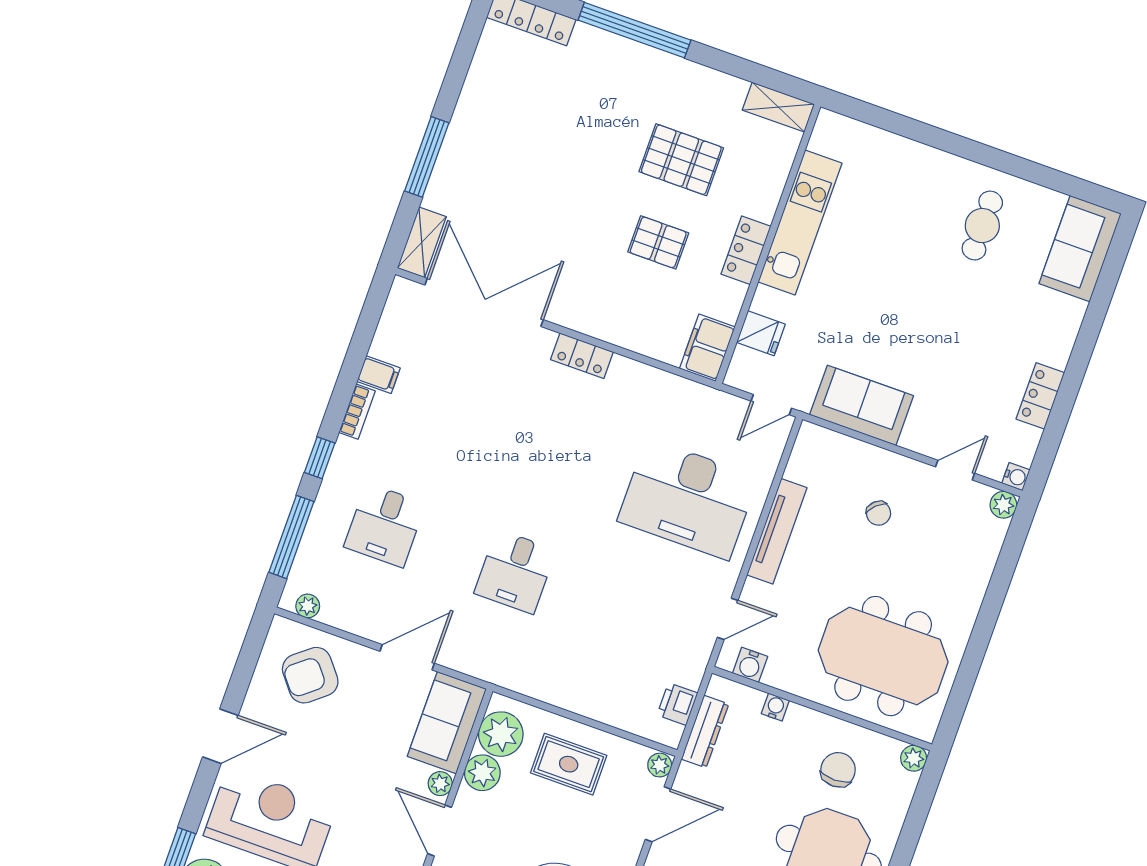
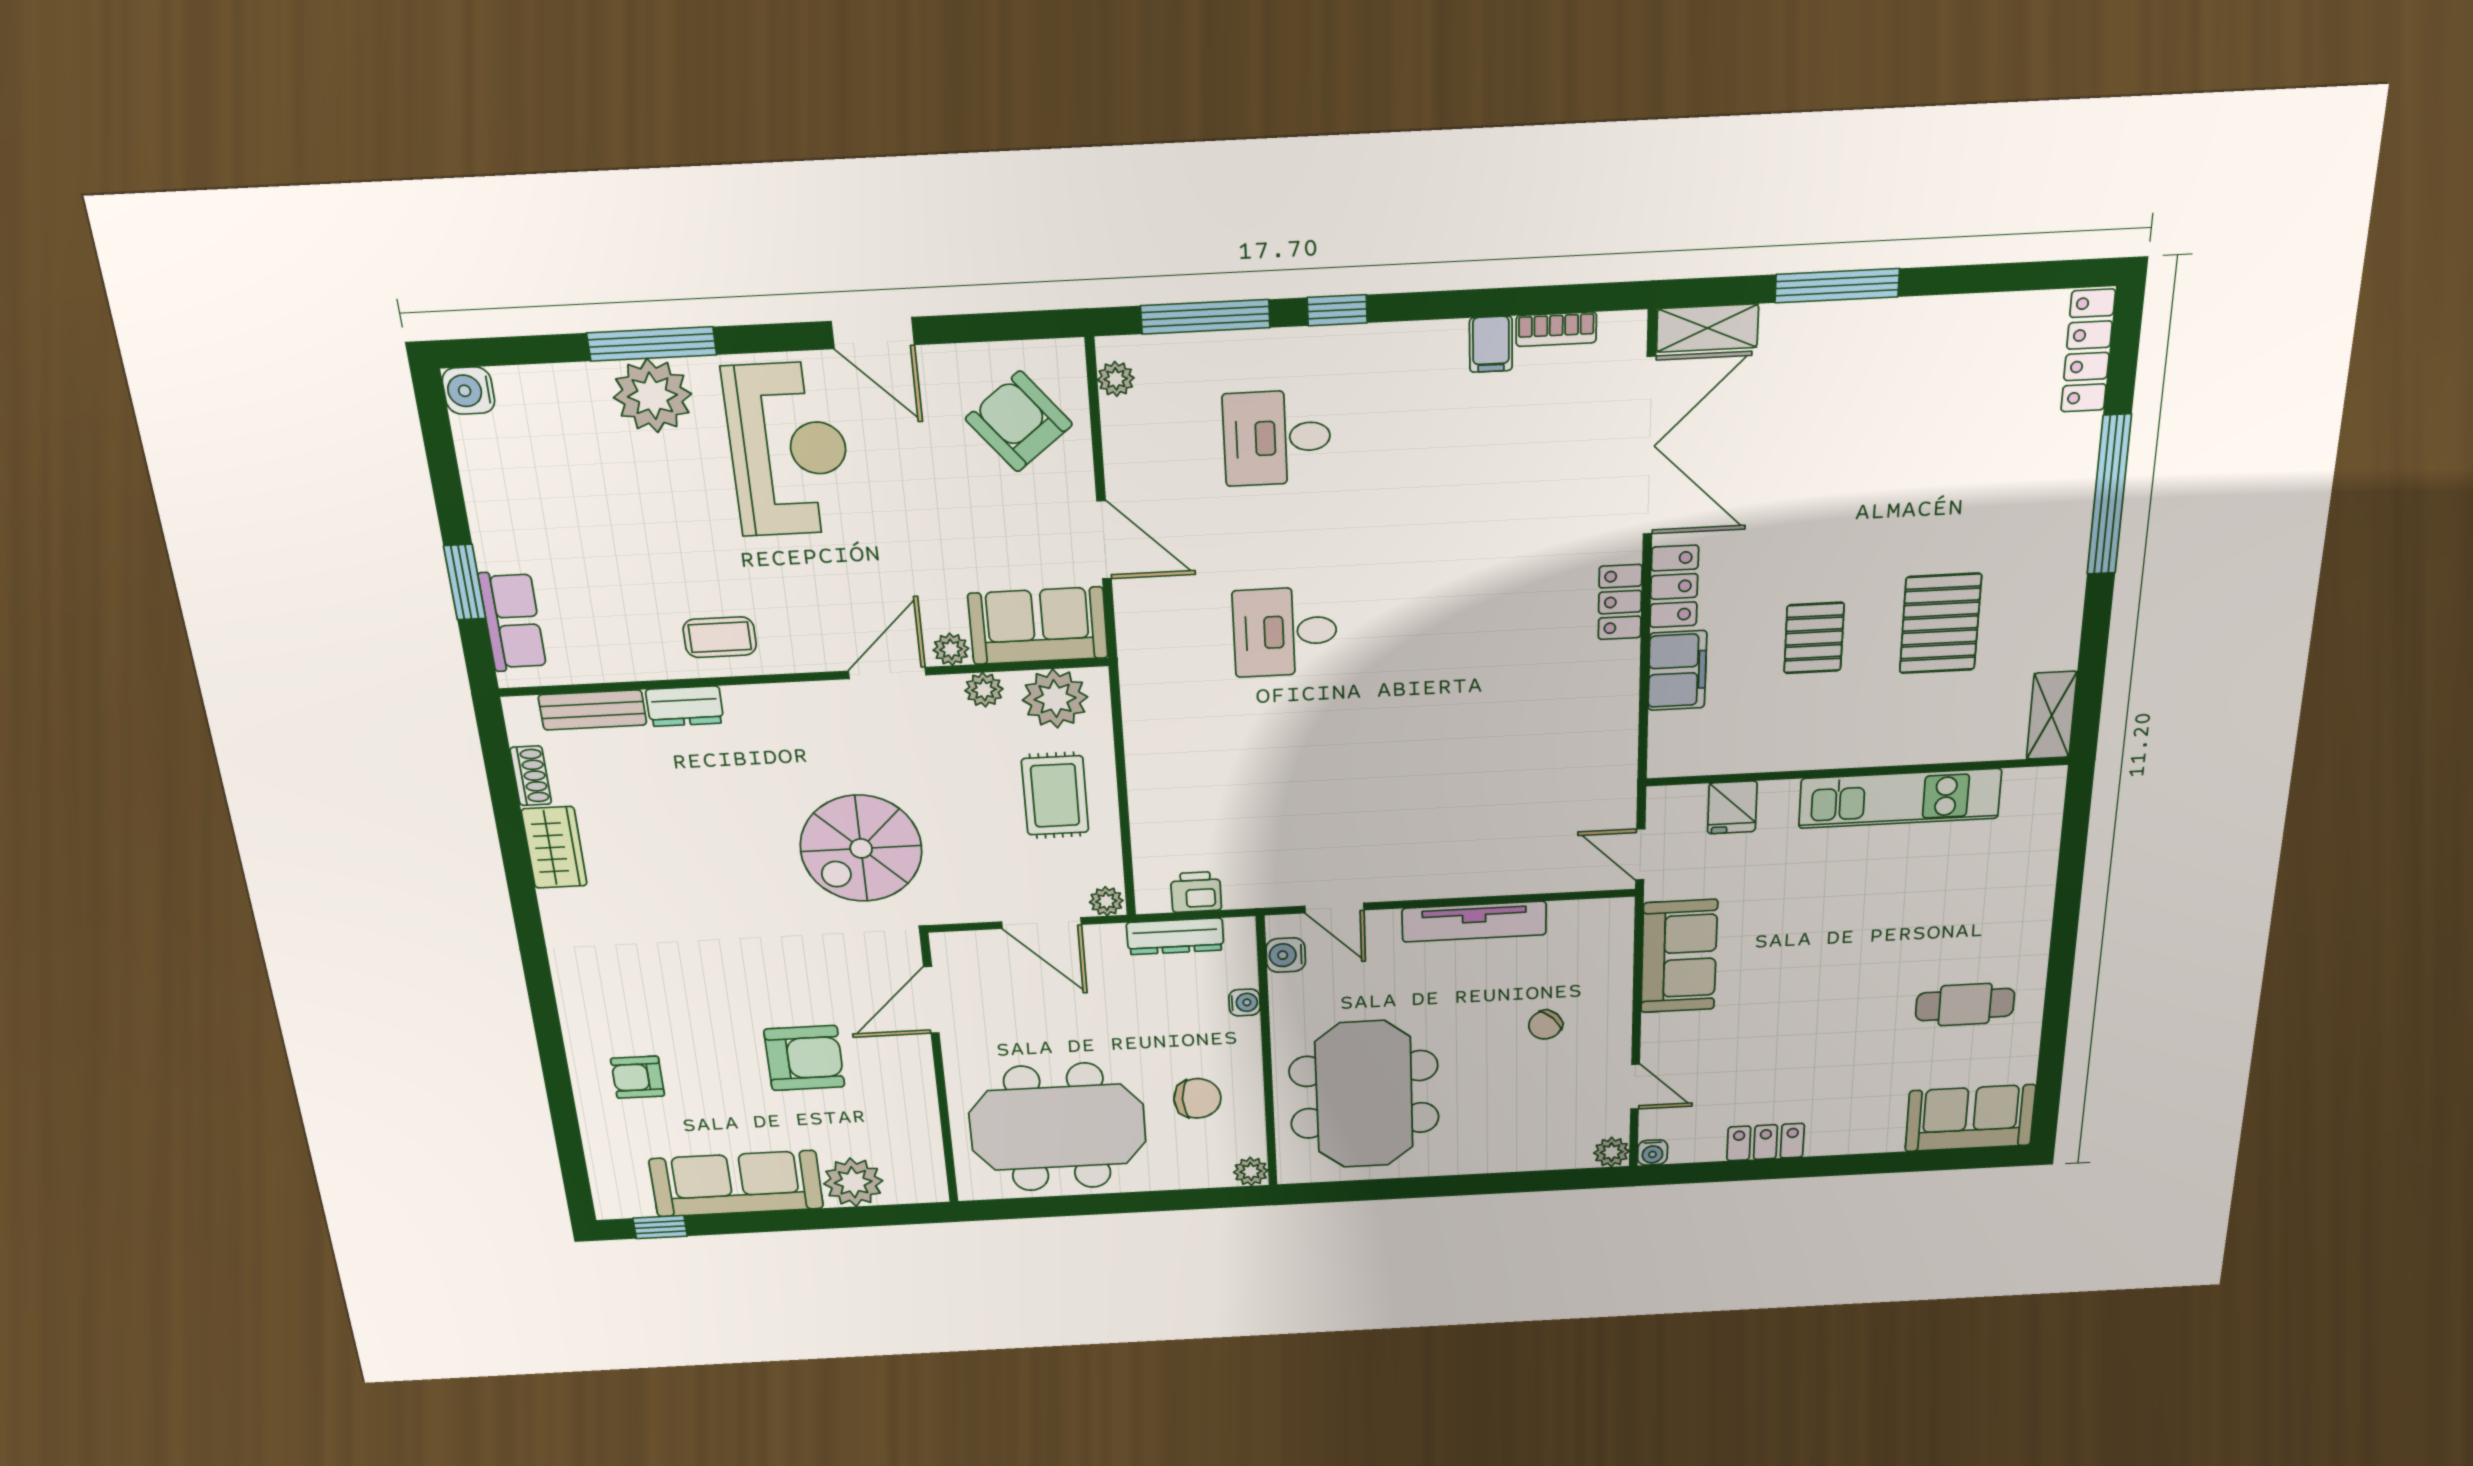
locker: (746, 250) -> (1674, 586), moved, turned 90
filing cabinet: (707, 348) -> (1677, 670), moved, turned 90
bookcase: (357, 412) -> (1556, 329), moved
desk: (688, 499) -> (1474, 804), removed
plant: (482, 773) -> (984, 690), width x0.73, depth x0.73

